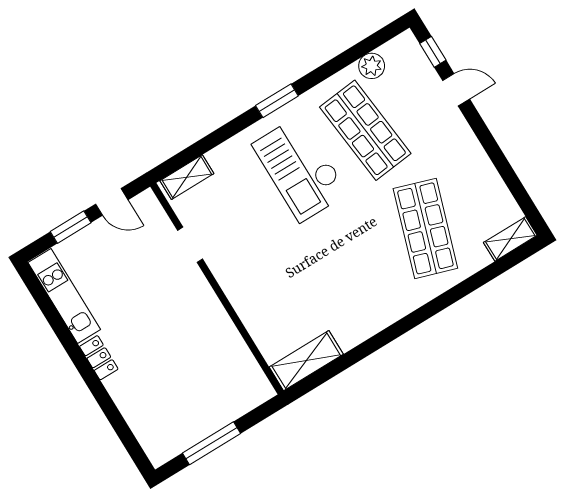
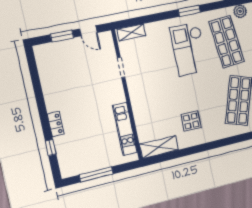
display table: (349, 295) -> (191, 121), added
kitchen unit: (64, 296) -> (125, 129), moved, turned 180
locker: (99, 358) -> (56, 124), moved
window: (118, 422) -> (51, 148), added

